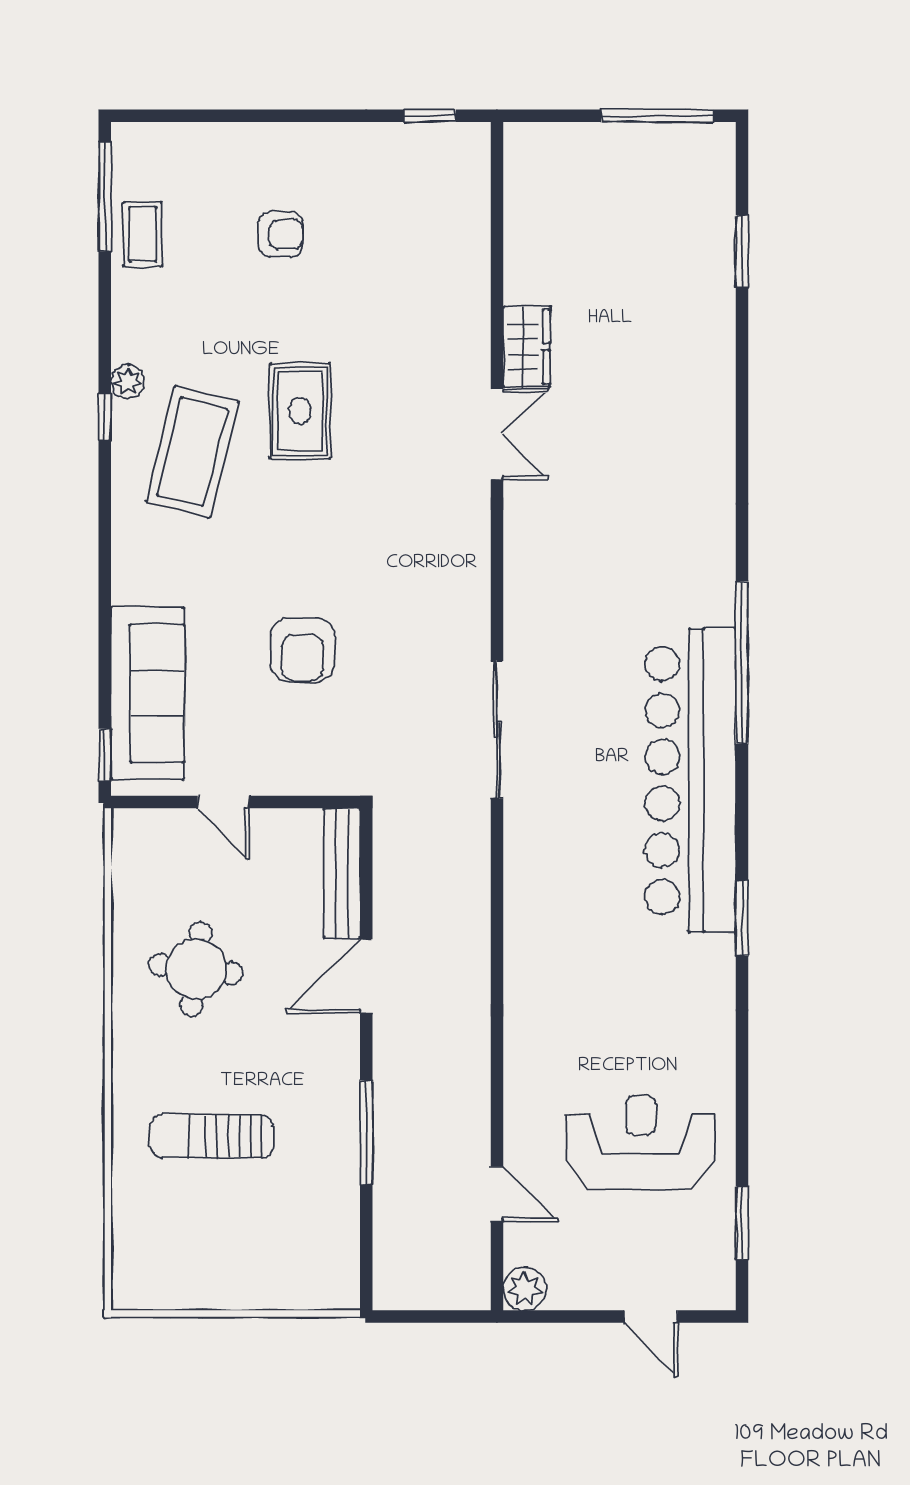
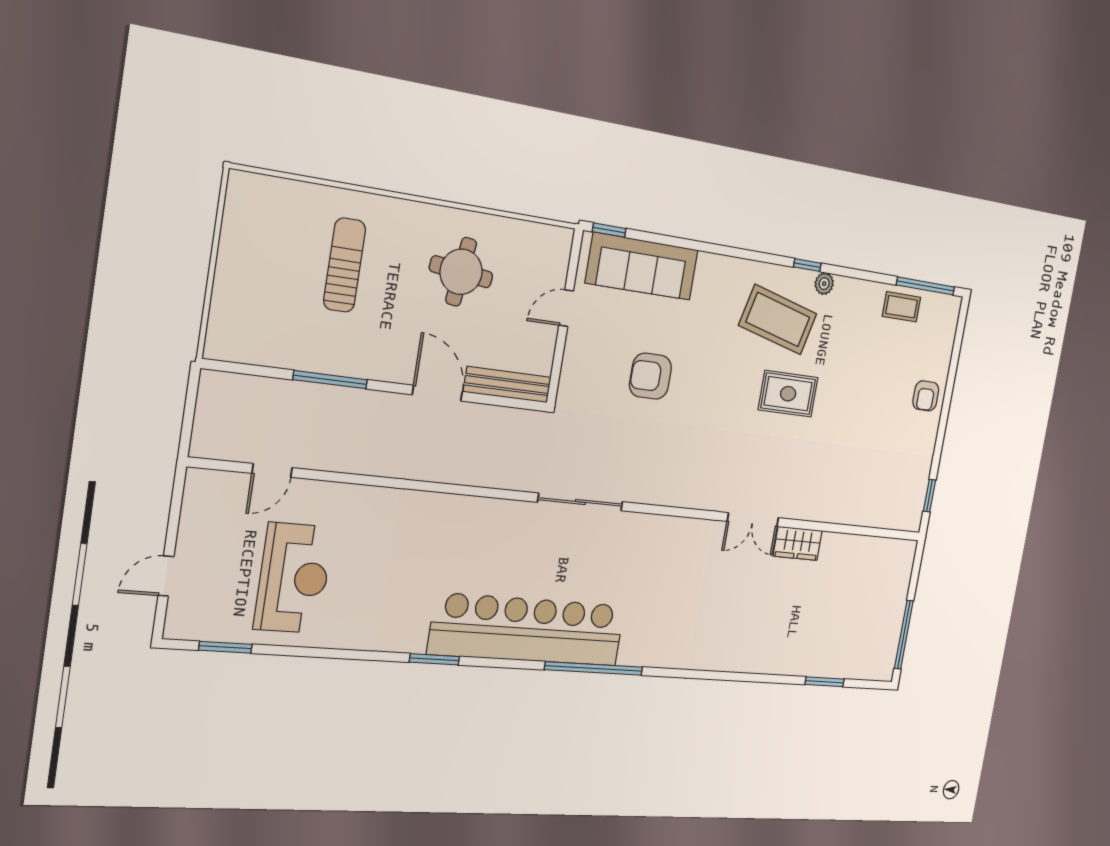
armchair: (280, 234) -> (926, 396), moved
plant: (525, 1289) -> (200, 484), removed

